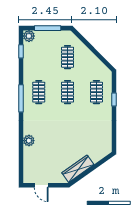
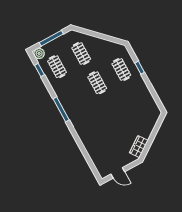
clothes rail: (39, 92) -> (57, 67), moved
plant: (29, 141) -> (87, 141), removed
wardrobe: (78, 169) -> (139, 147), width x0.67

